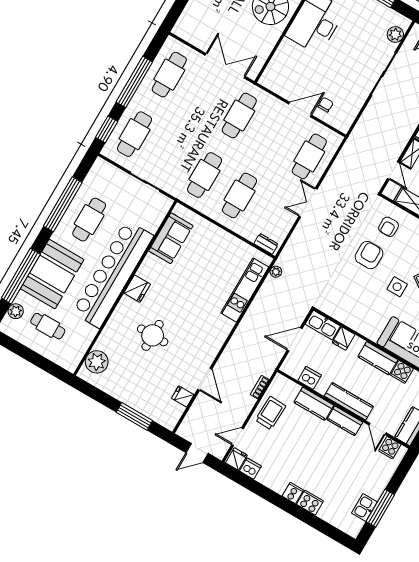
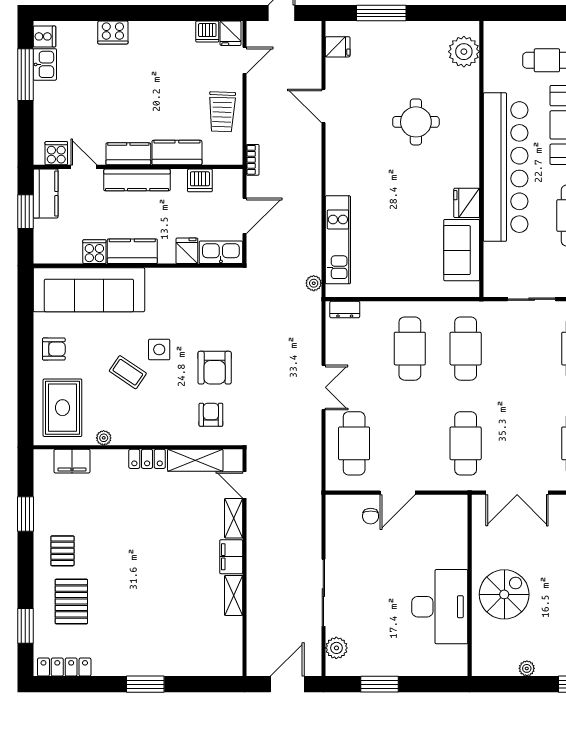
fridge: (137, 289) -> (467, 203), moved
bookcase: (260, 387) -> (253, 160), moved
fridge: (183, 397) -> (338, 47), moved
cooker: (293, 493) -> (44, 36), moved, turned -90

